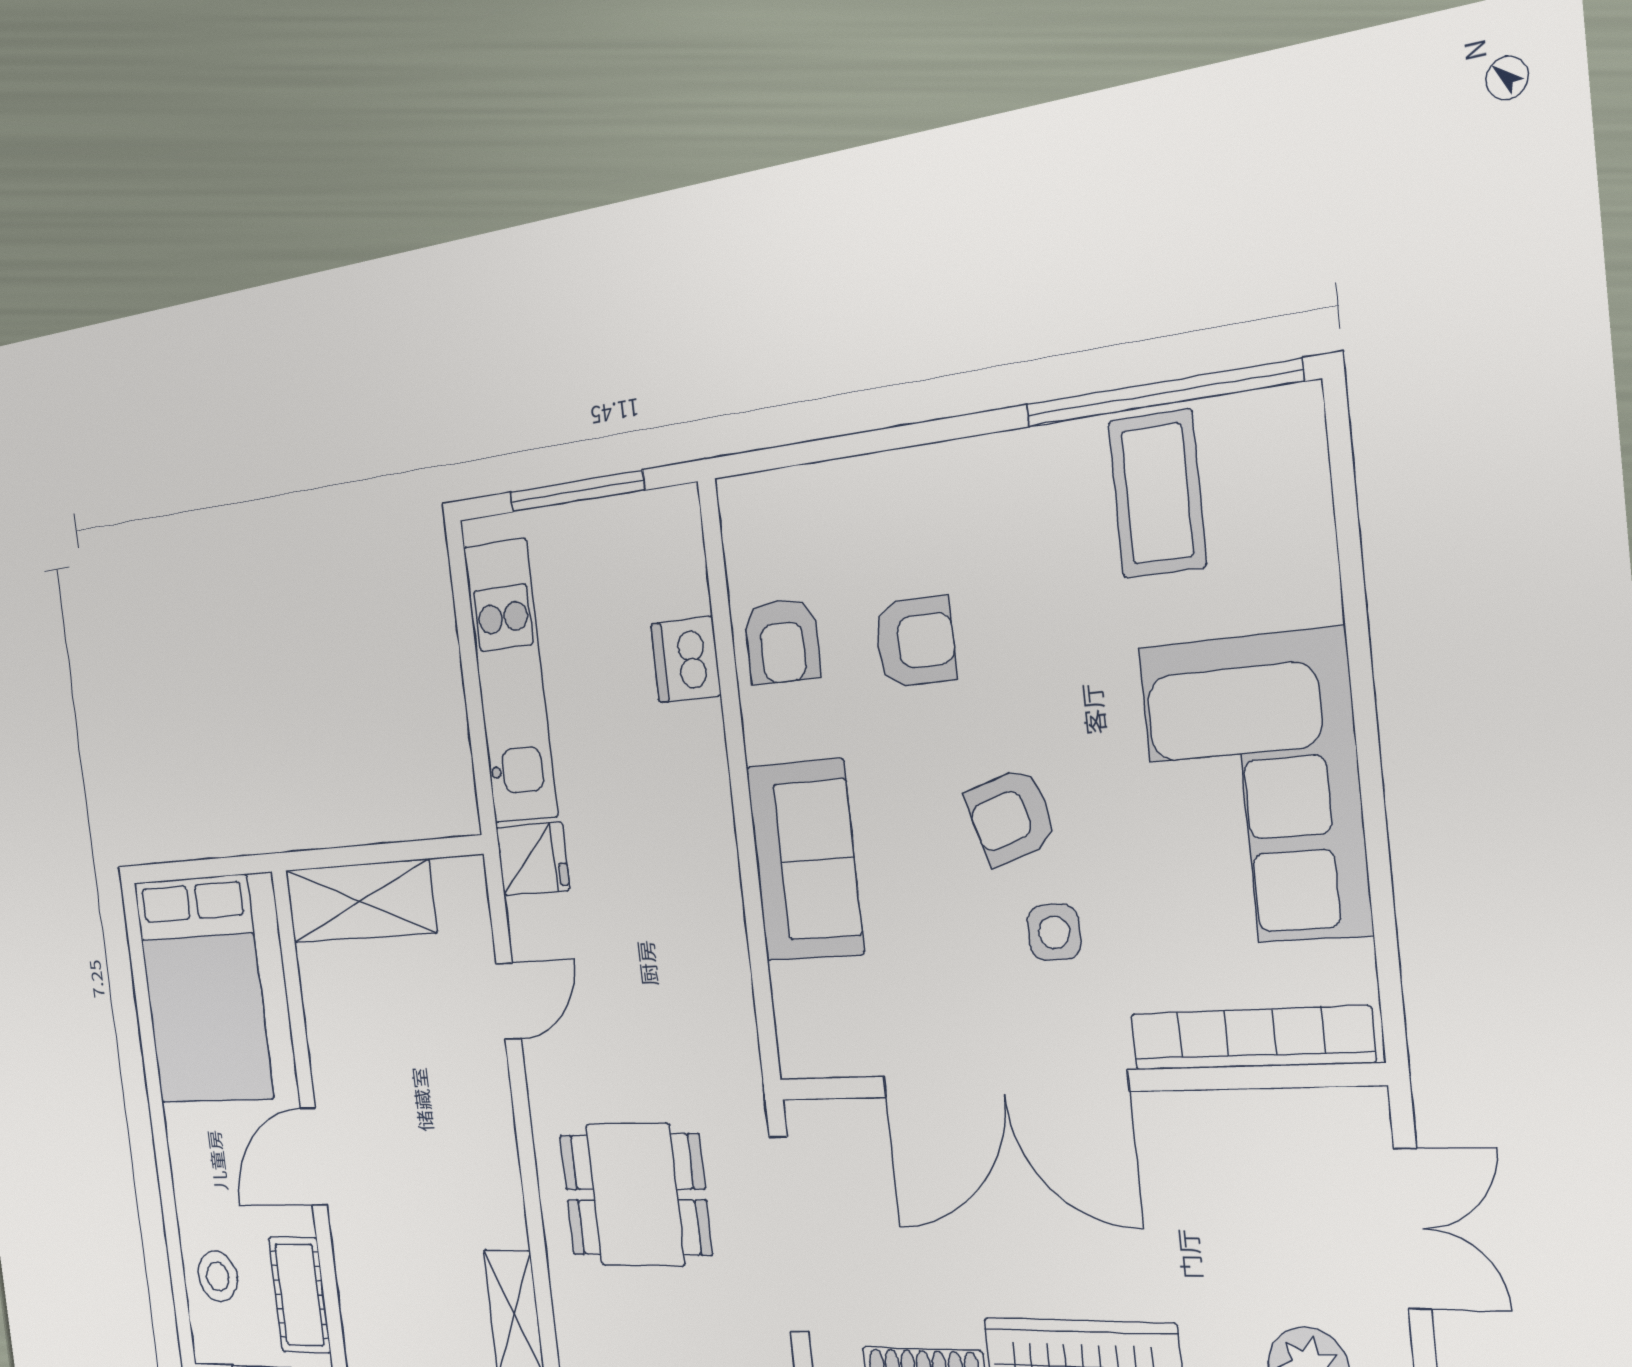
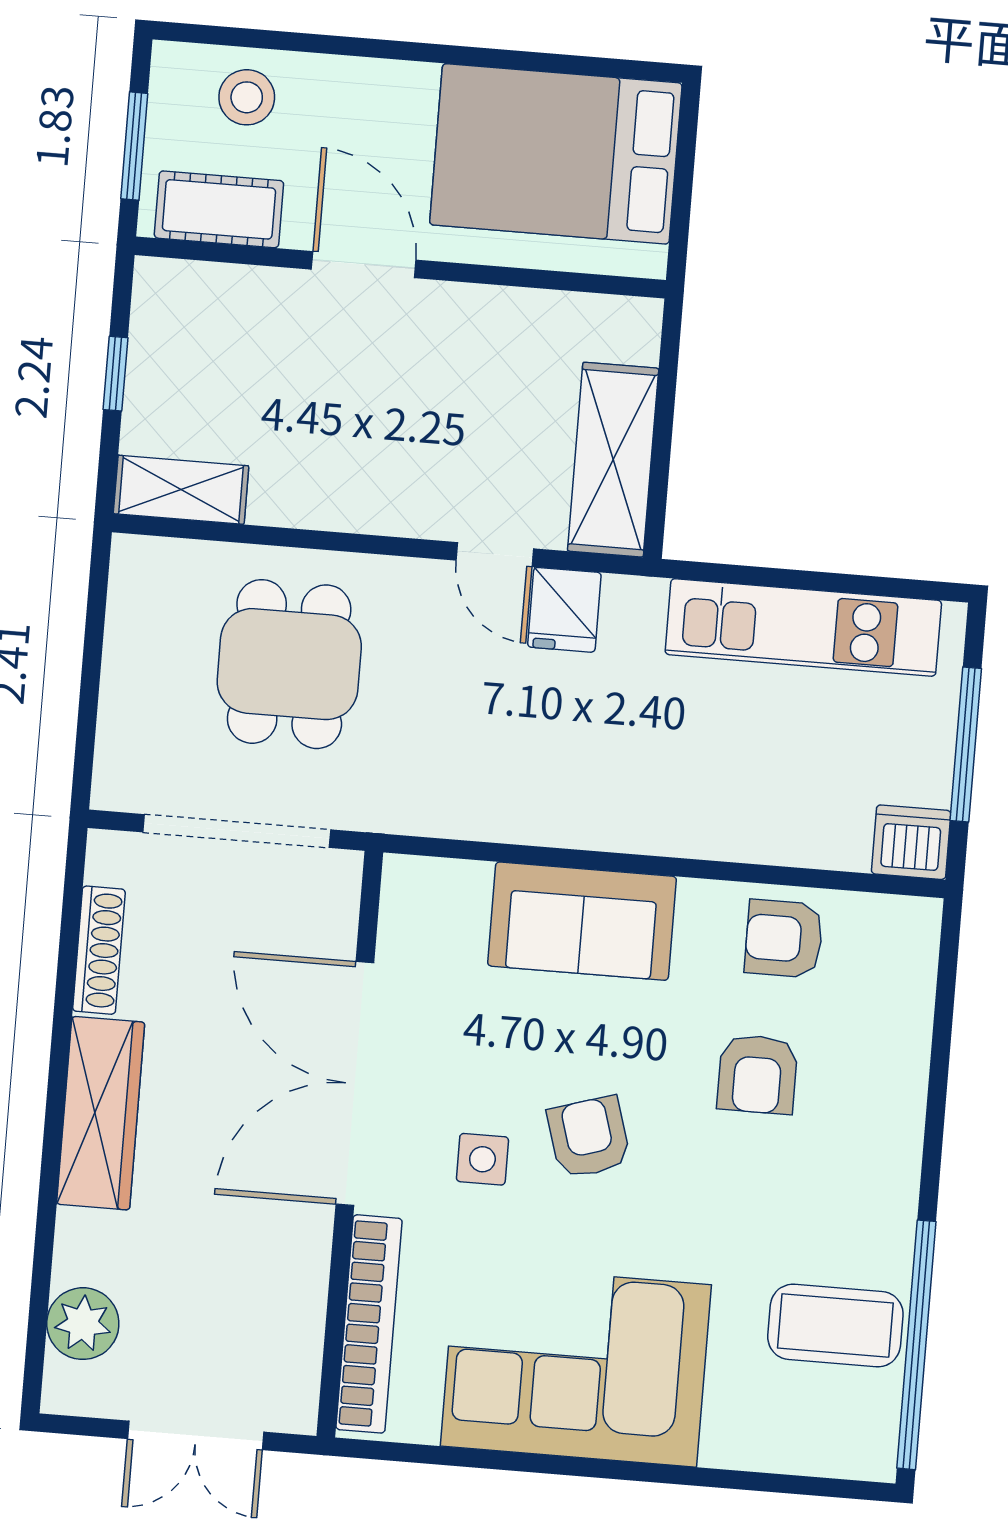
dishwasher: (686, 660) -> (911, 842), moved
fridge: (533, 859) -> (564, 610), moved
shelving: (360, 901) -> (613, 460), moved

